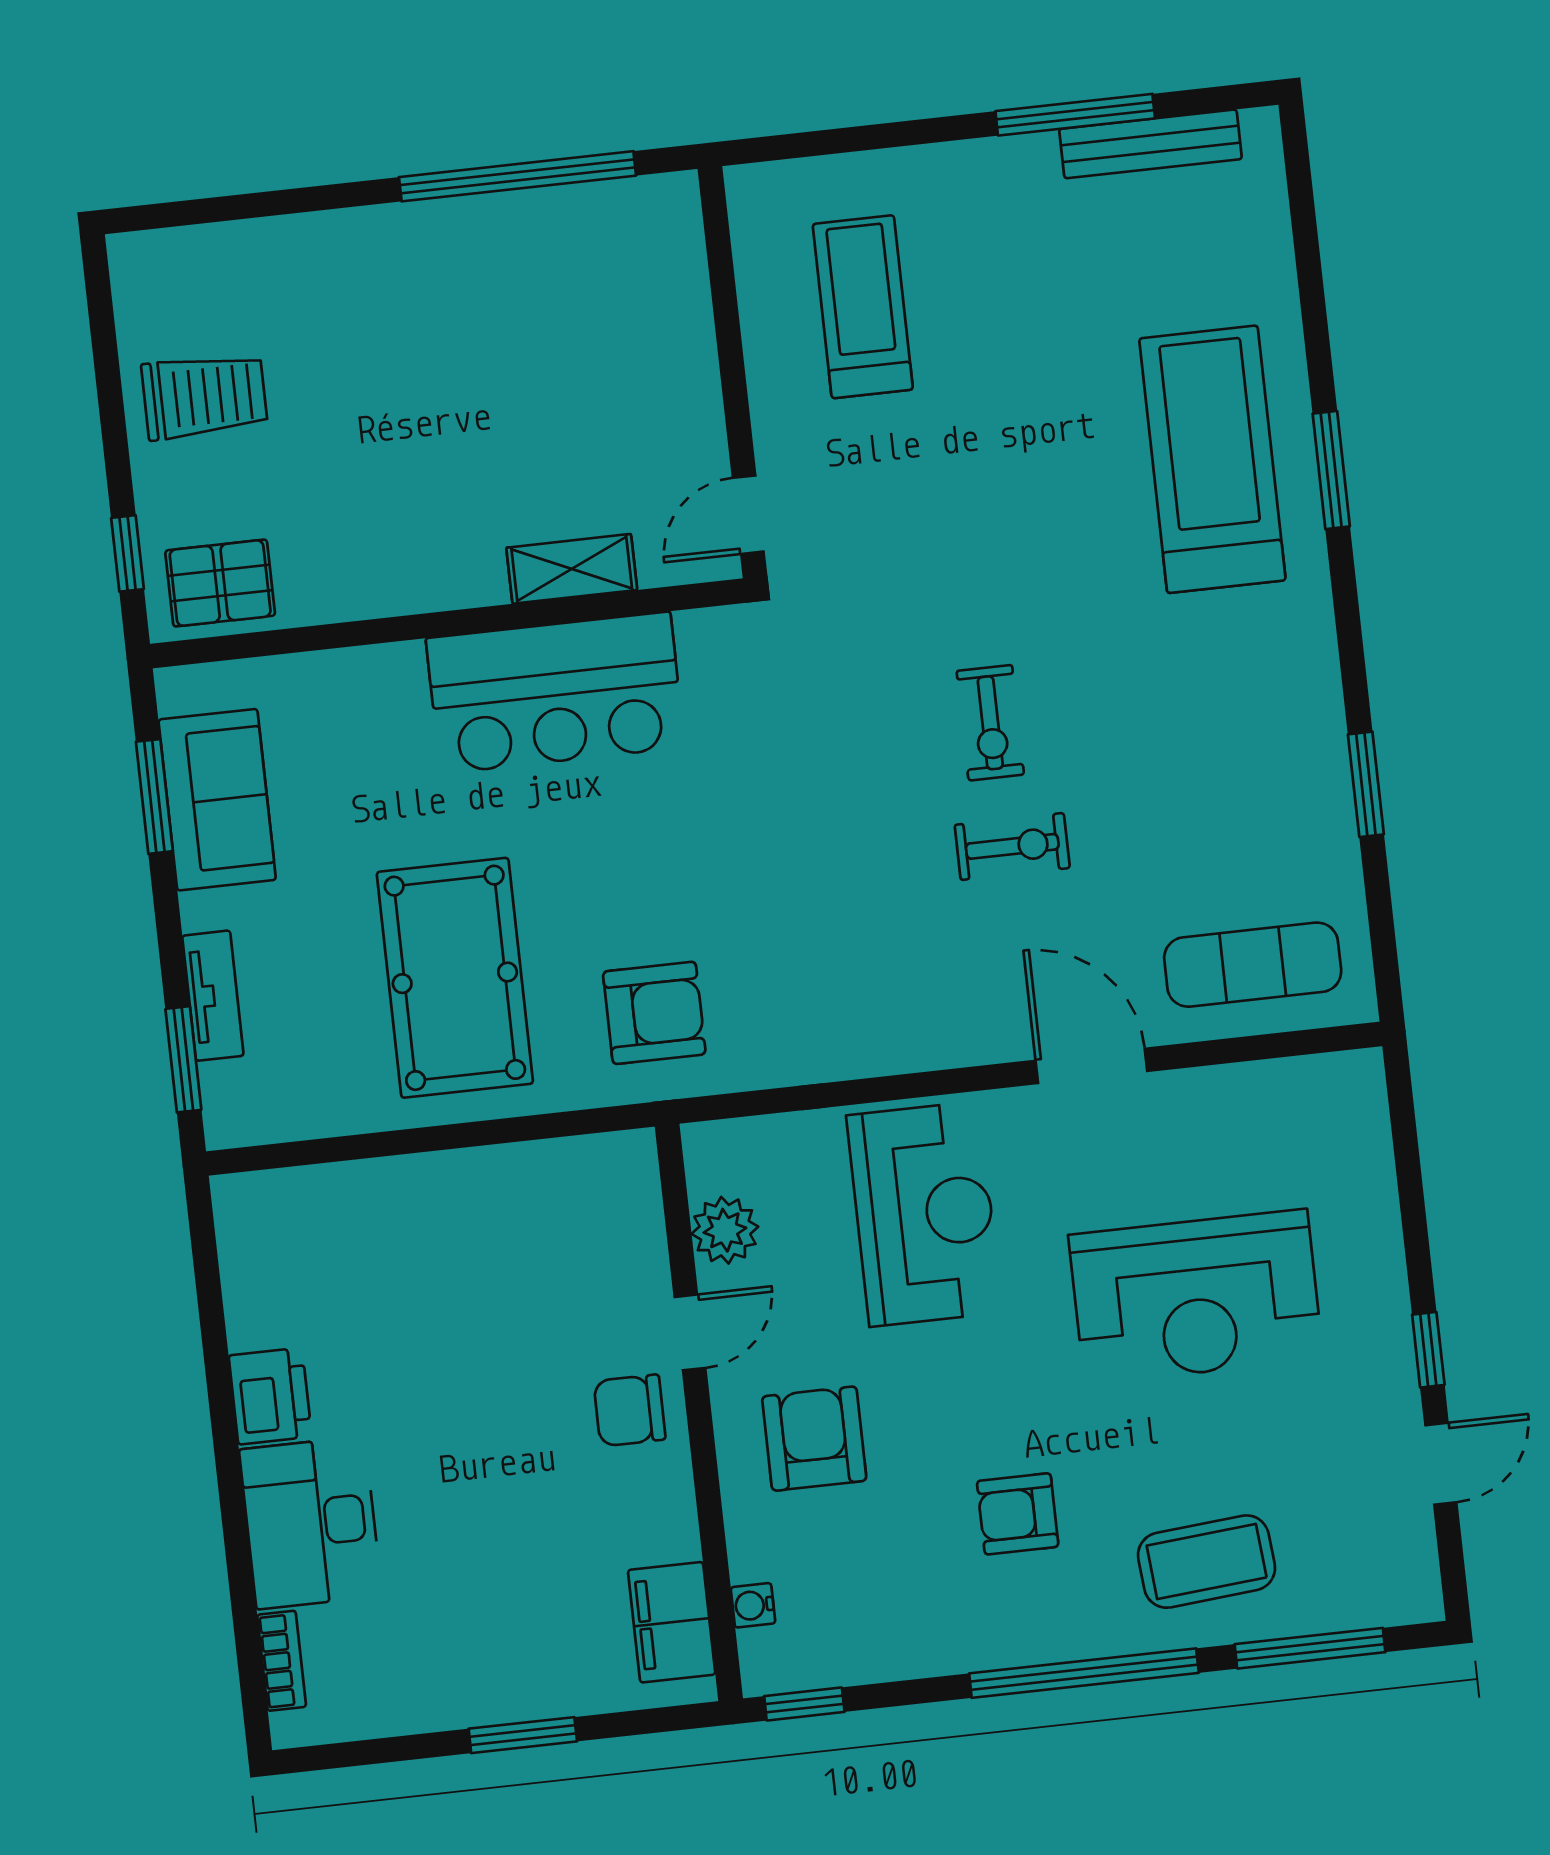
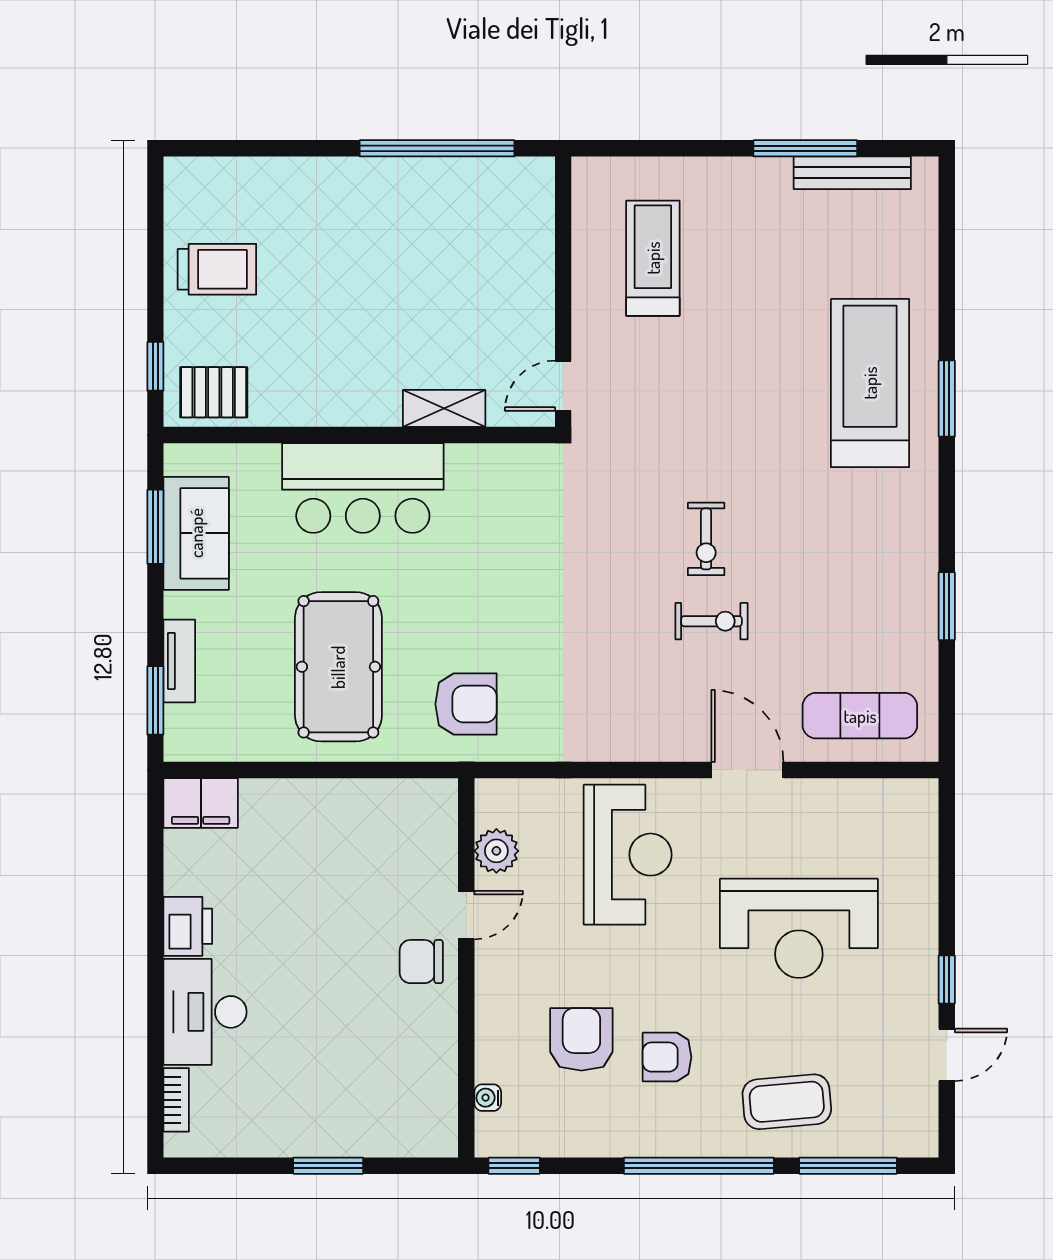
bar counter: (555, 693) -> (363, 488), moved
armchair: (814, 1439) -> (581, 1039), moved
filing cabinet: (672, 1622) -> (201, 803), moved, turned -90

